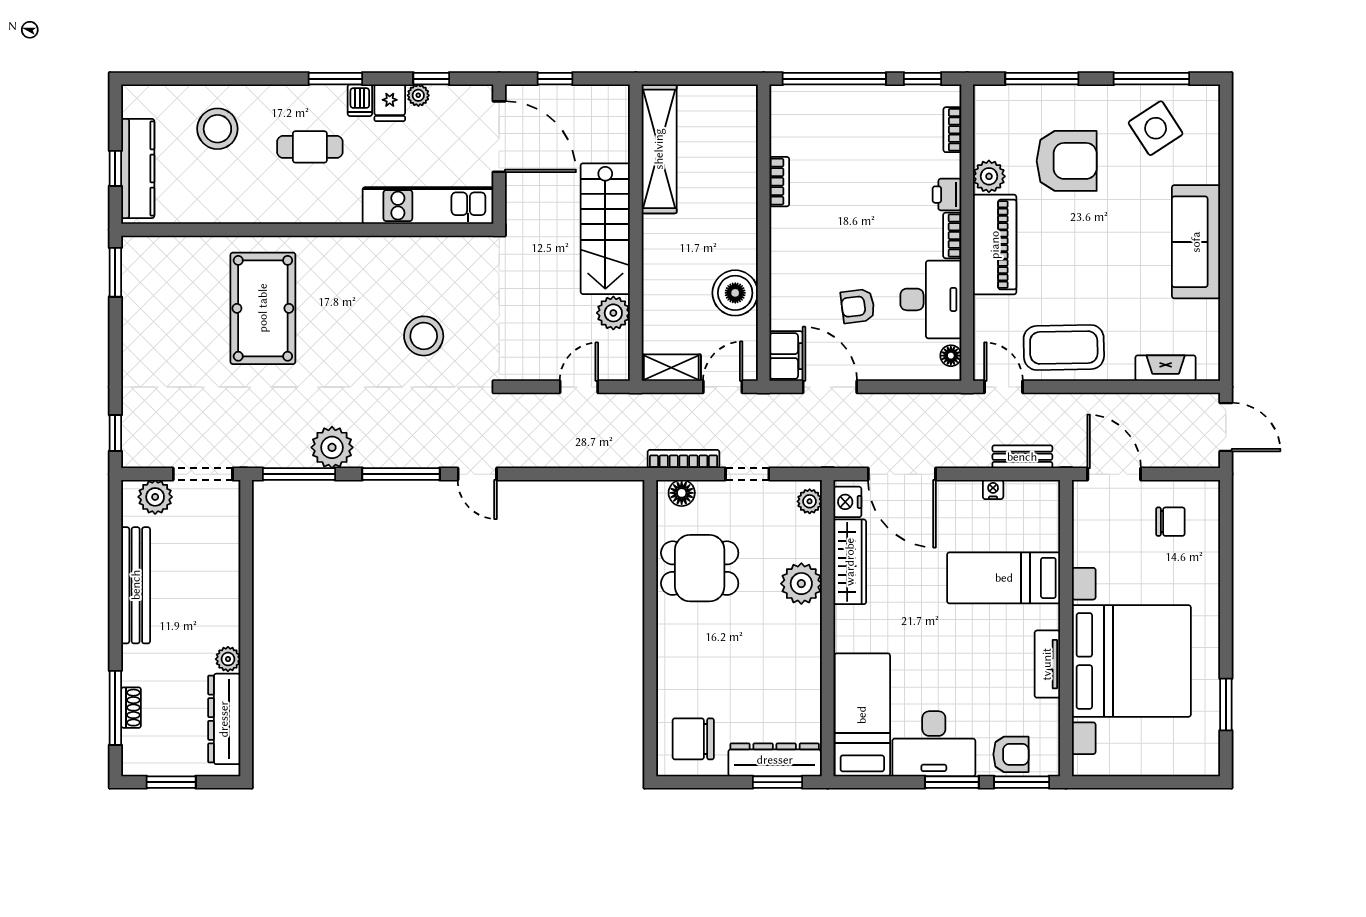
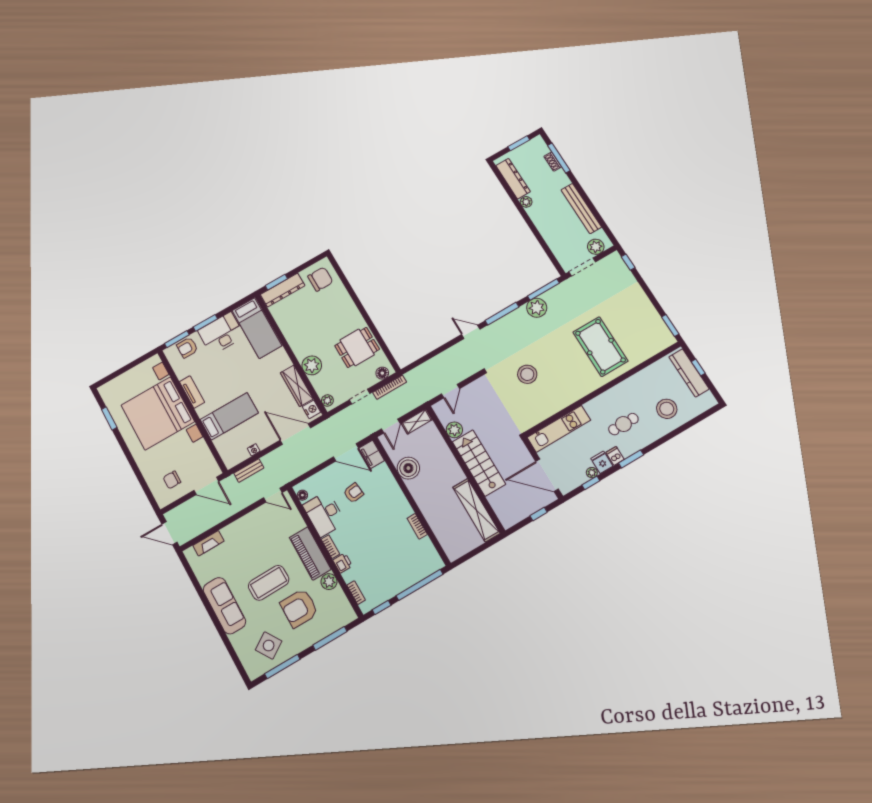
coffee table: (1064, 348) -> (269, 583), moved

